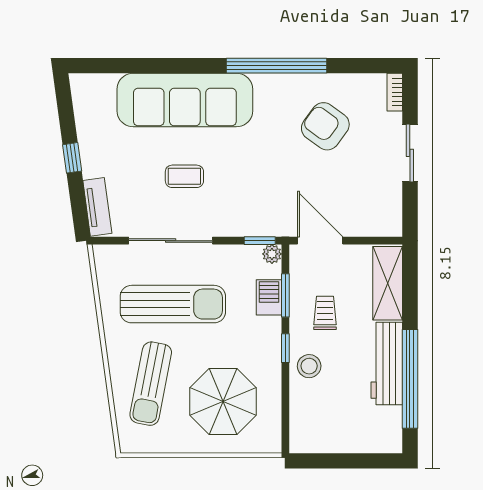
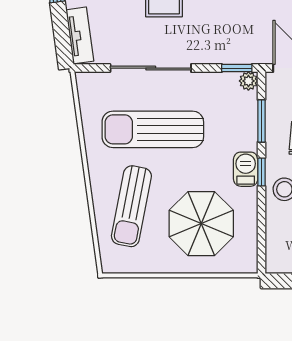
barbecue: (269, 297) -> (246, 169), moved
sun lounger: (173, 304) -> (153, 129), turned 180

